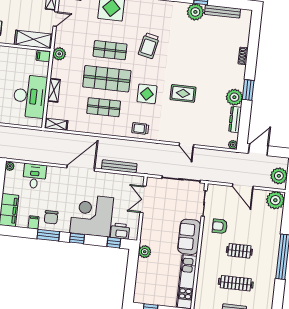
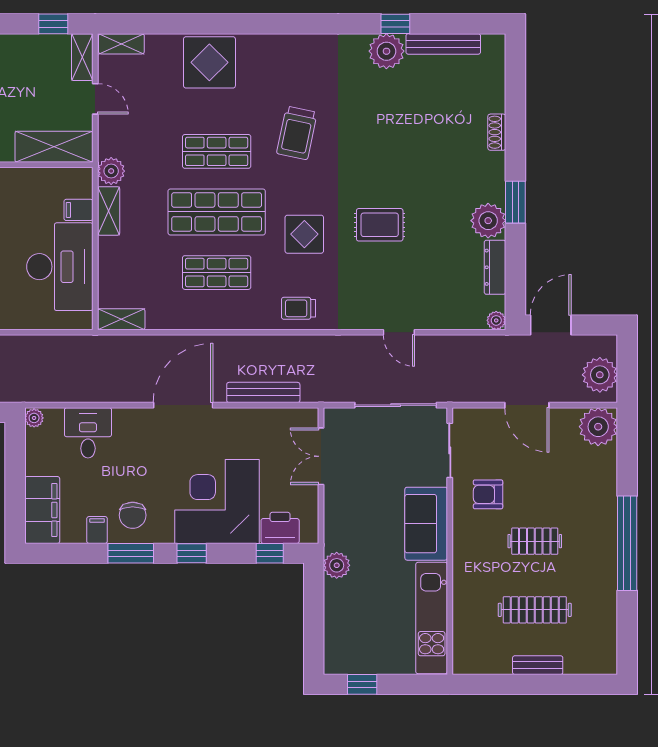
door: (55, 19) -> (95, 99), hinge flipped
filing cabinet: (43, 56) -> (78, 210), moved
shelving: (54, 90) -> (109, 211), moved

